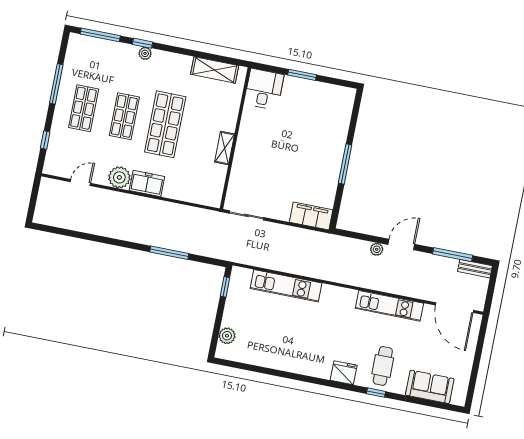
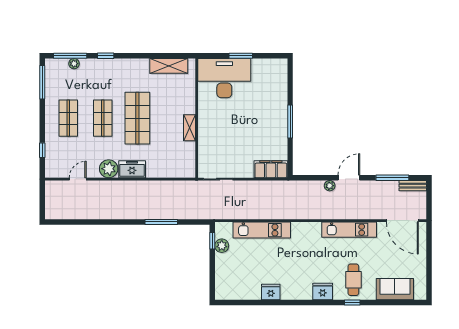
plant: (145, 53) -> (74, 64), moved
window: (56, 84) -> (42, 82), moved
desk: (264, 89) -> (224, 78), width x1.87, depth x1.30
plant: (227, 336) -> (222, 246), moved
fridge: (282, 361) -> (271, 292), added

